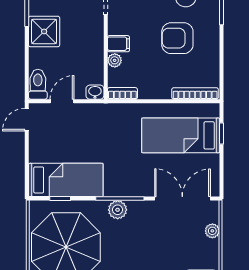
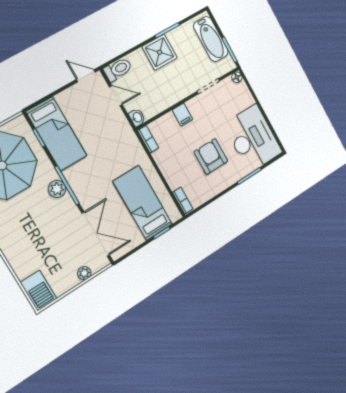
plant: (115, 60) -> (169, 119), removed
bookcase: (195, 93) -> (183, 201), width x0.64

